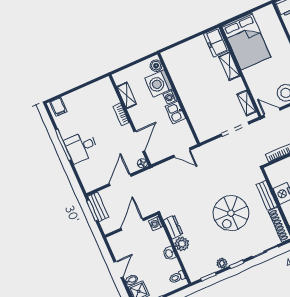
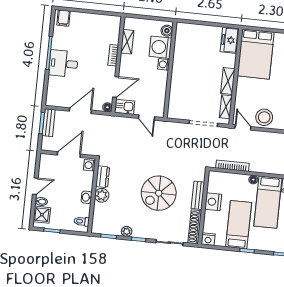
shelving: (230, 66) -> (228, 81), moved
kitchen sink: (175, 112) -> (125, 107), moved, turned 90

